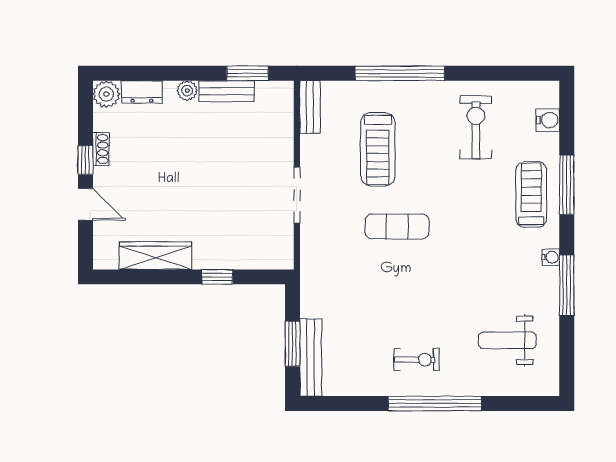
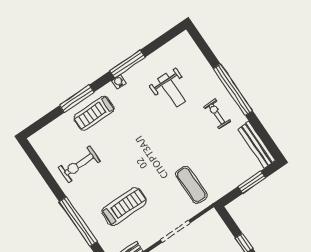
water cooler: (548, 120) -> (51, 131), removed
exercise mat: (397, 227) -> (191, 185), moved
weight bench: (507, 340) -> (172, 90), moved
bench: (311, 357) -> (257, 144), moved, turned 90

